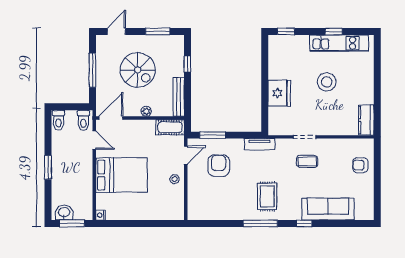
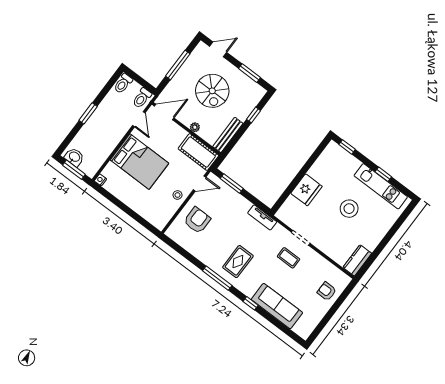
cot: (170, 127) -> (198, 152), width x1.37, depth x1.34
armchair: (219, 166) -> (197, 220), moved

